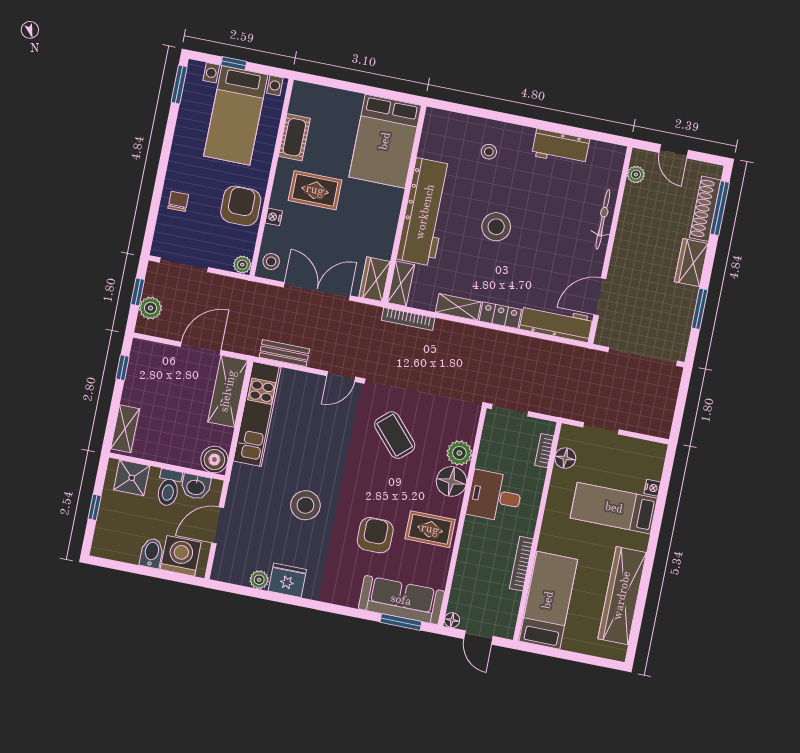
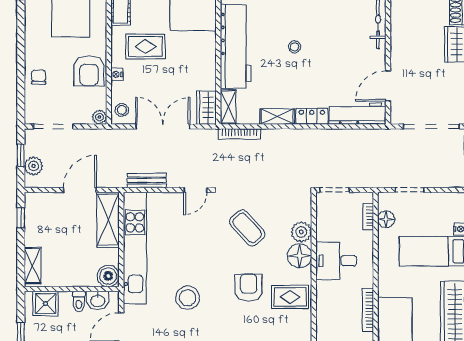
armchair: (241, 206) -> (89, 71), turned 180
stool: (496, 227) -> (295, 47), width x0.53, depth x0.53
kitchen unit: (257, 414) -> (135, 248), width x1.36
toilet: (169, 488) -> (79, 302), width x0.73, depth x0.72
armchair: (375, 535) -> (249, 288), moved

